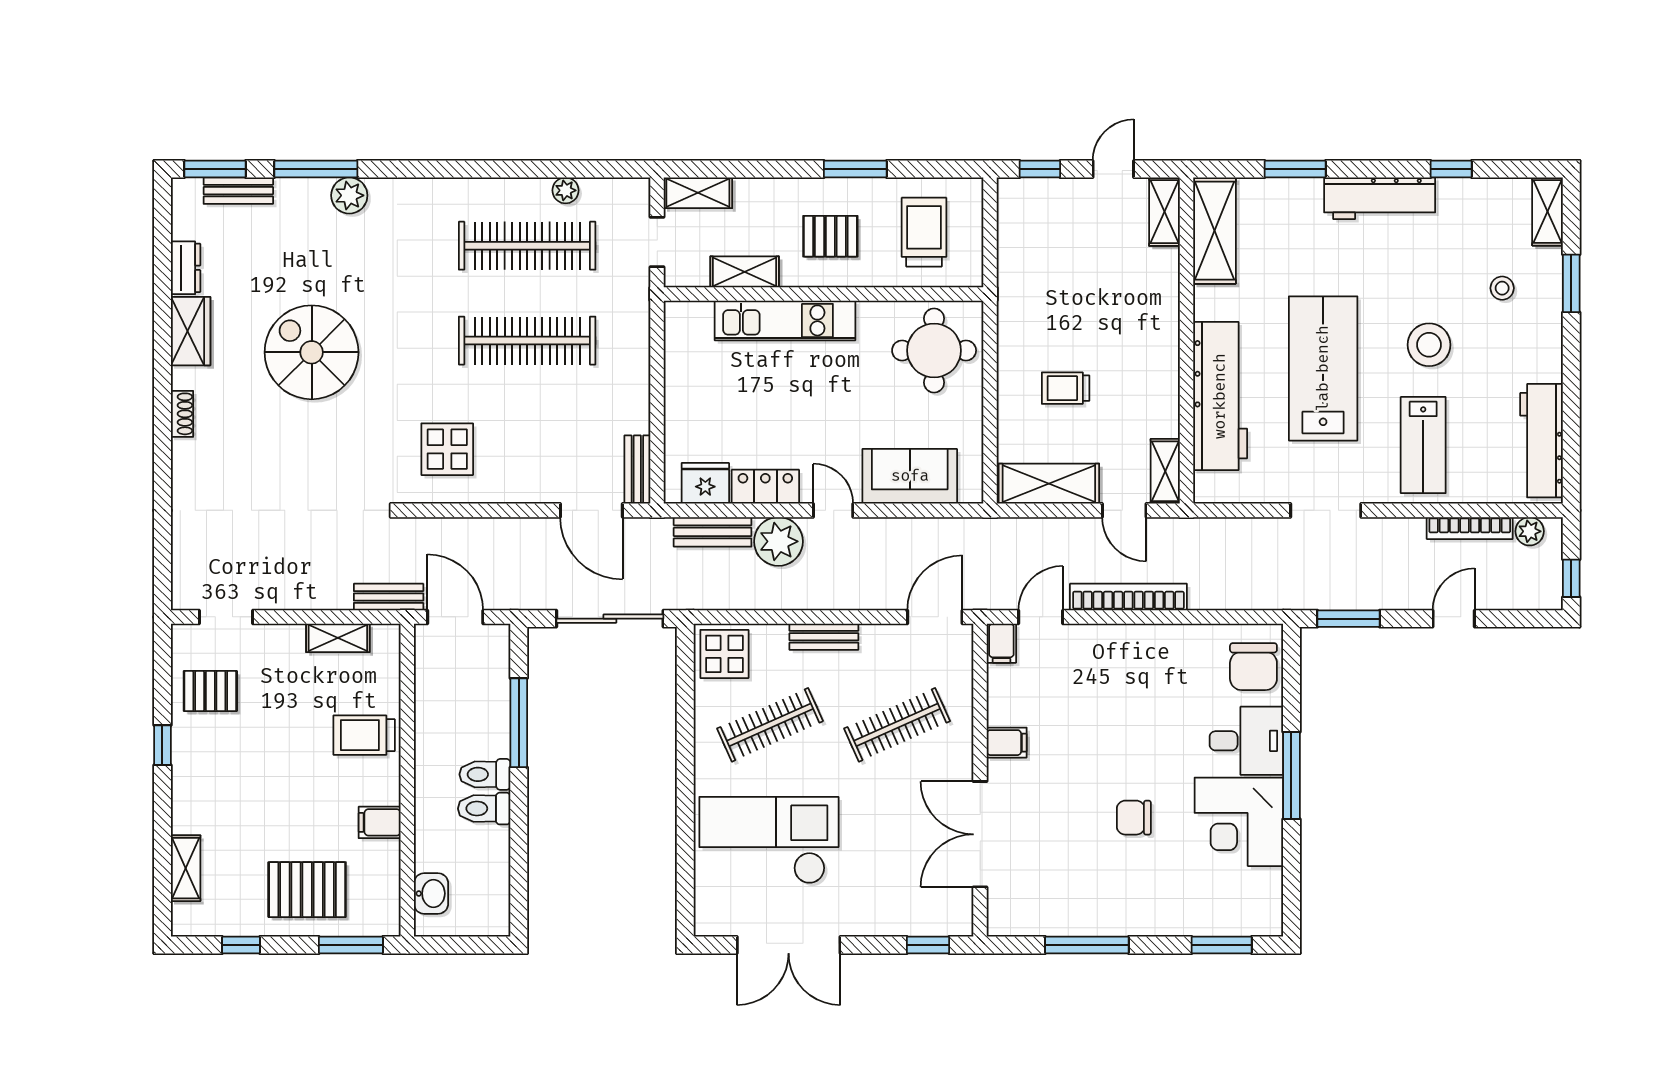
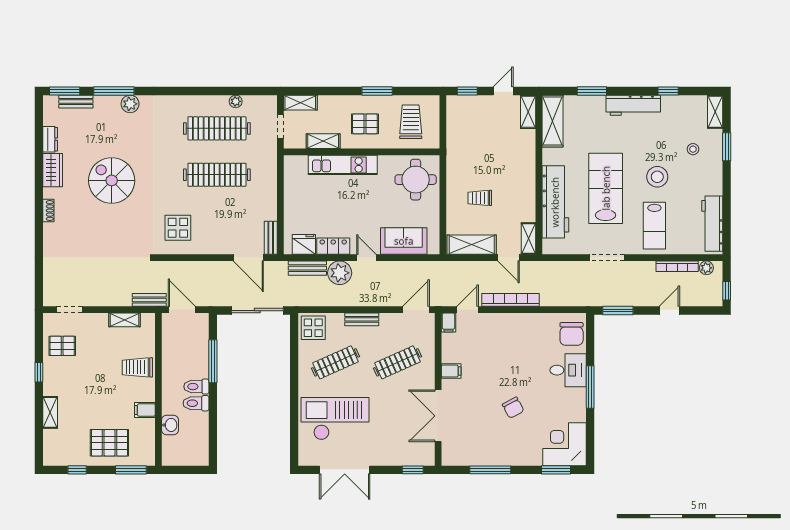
chair: (1134, 818) -> (513, 408), turned -118
corner desk: (1239, 822) -> (564, 444), moved, turned 90
shelving: (186, 868) -> (50, 412), moved
washbasin: (431, 893) -> (170, 425), moved

